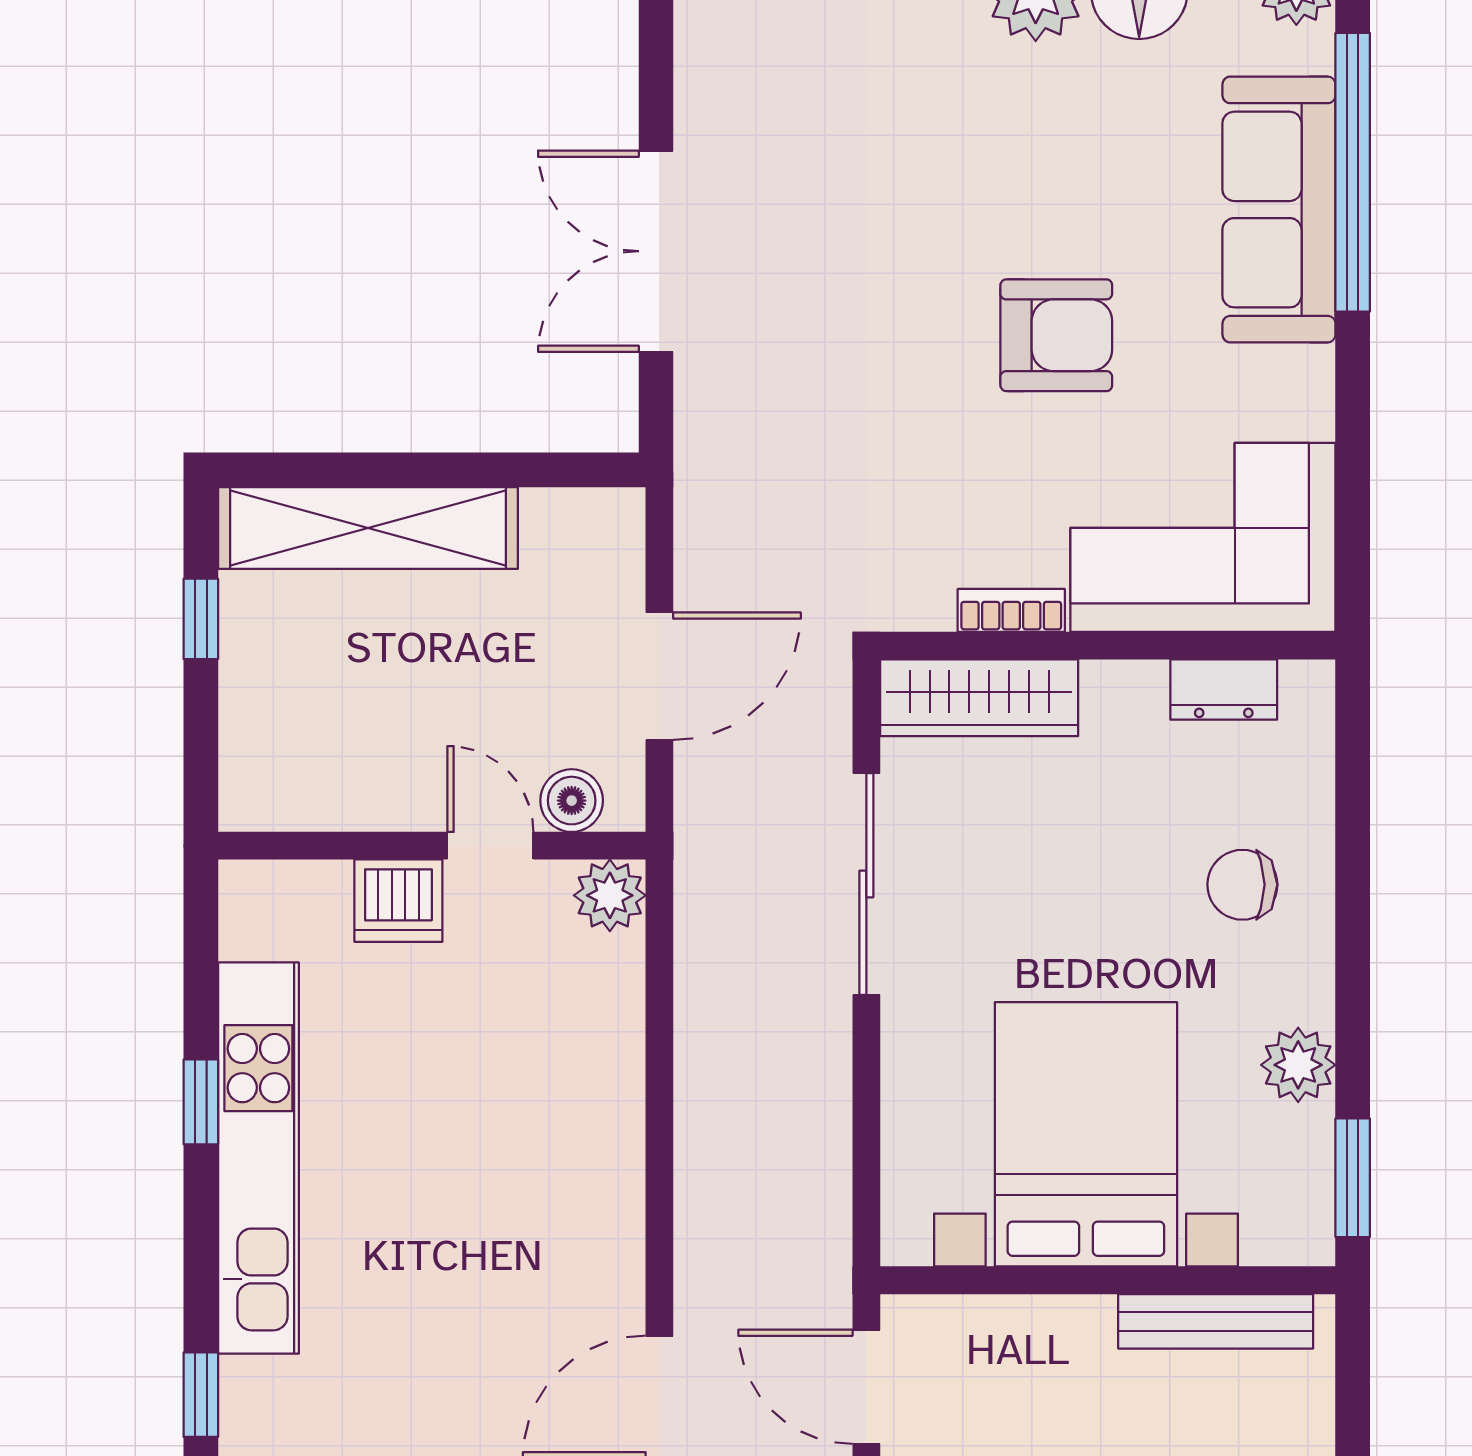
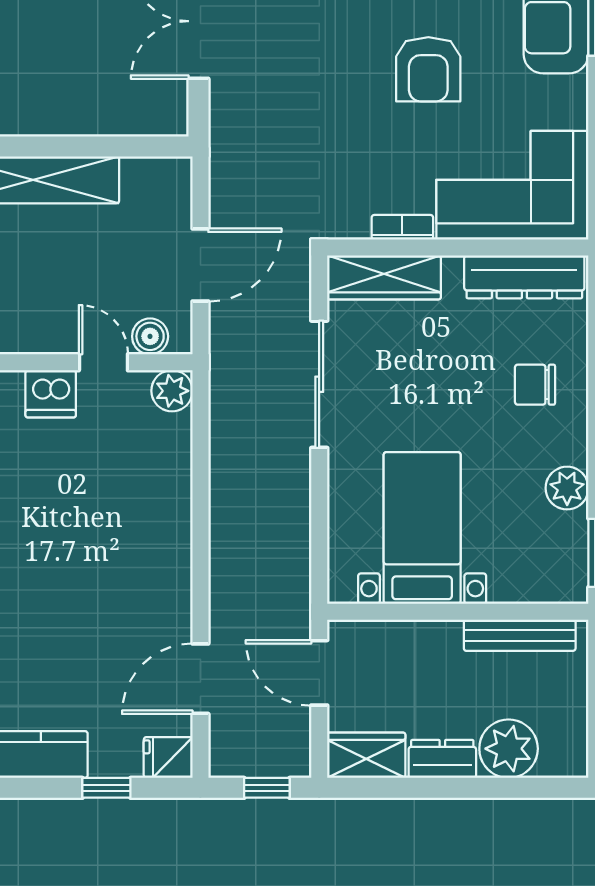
armchair: (1056, 335) -> (428, 69), turned 90
dresser: (1224, 689) -> (524, 277), width x1.96, depth x1.24
bed with nightstands: (1086, 1134) -> (422, 528), width x0.73

